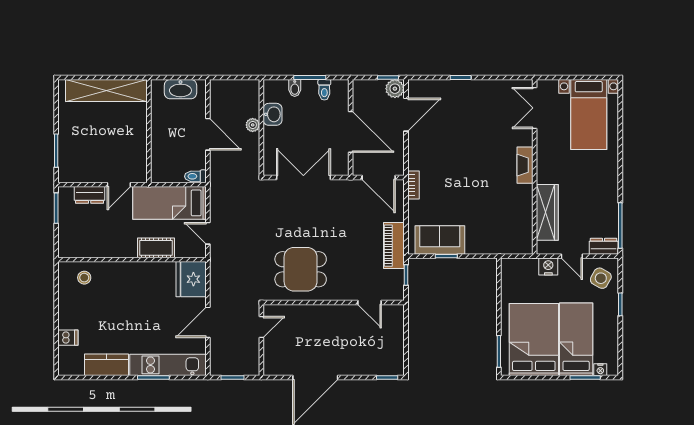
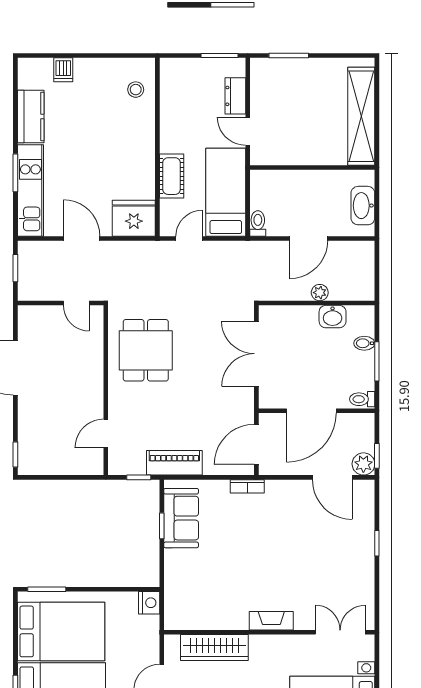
toilet: (324, 90) -> (362, 399), moved
double door: (303, 178) -> (256, 354), swing flipped
nightstand: (548, 266) -> (149, 603), moved

